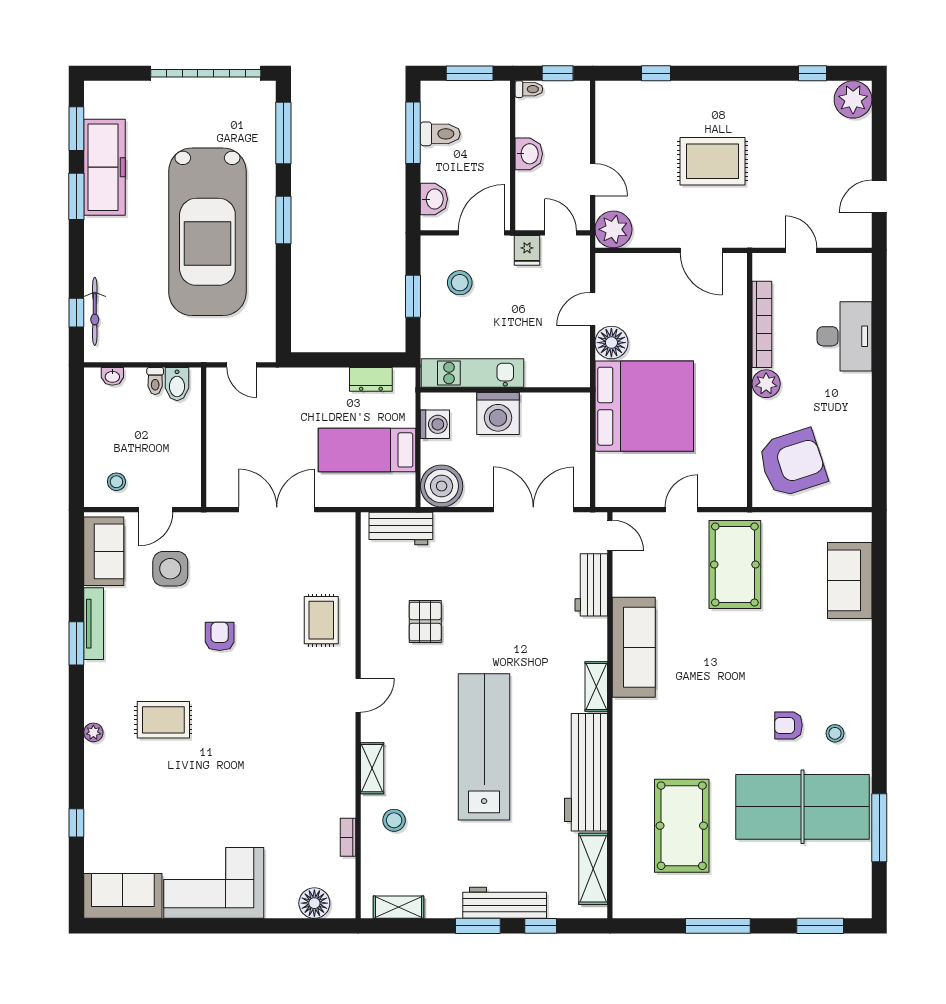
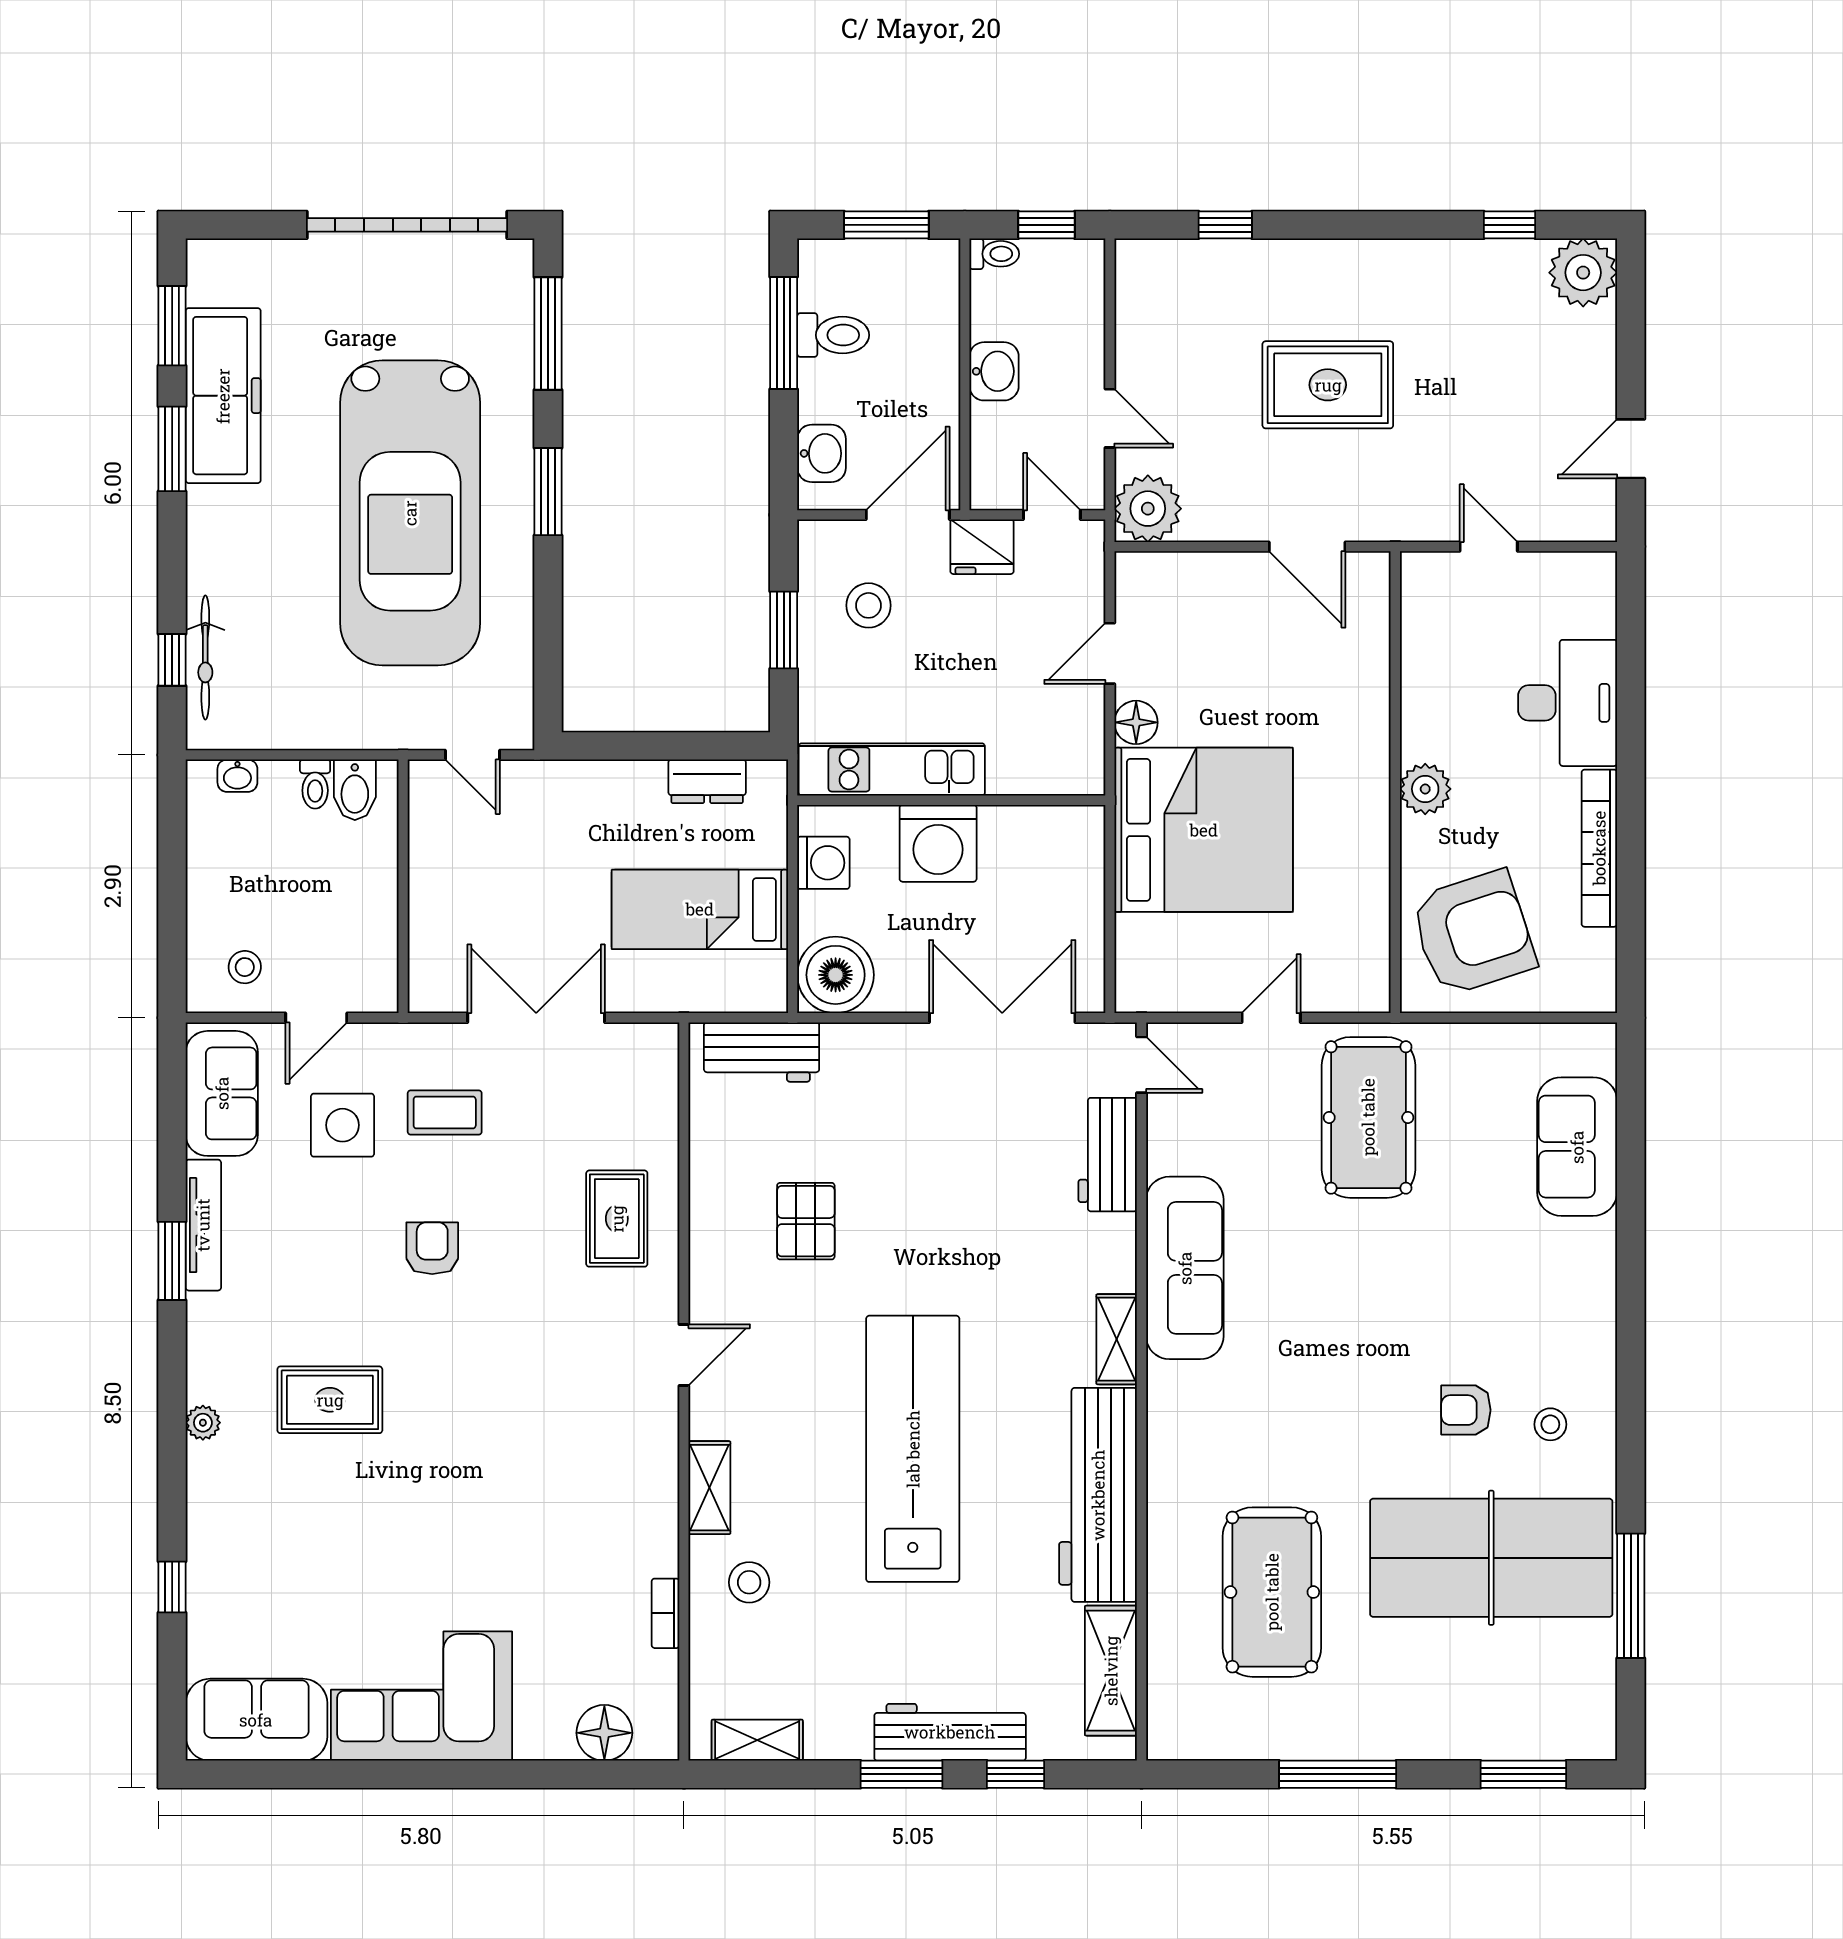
fridge: (527, 250) -> (982, 547), width x1.38
bookcase: (762, 324) -> (1599, 848), moved, turned 180
floor lamp: (611, 343) -> (1136, 722), width x0.73, depth x0.73
coffee table: (226, 562) -> (445, 1113), added

